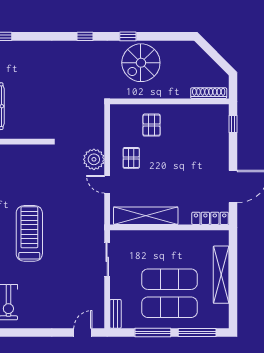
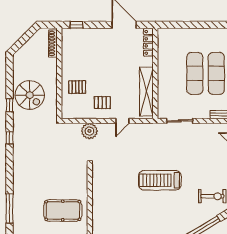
plant: (94, 159) -> (89, 131), moved
shelving: (221, 275) -> (191, 34), removed

